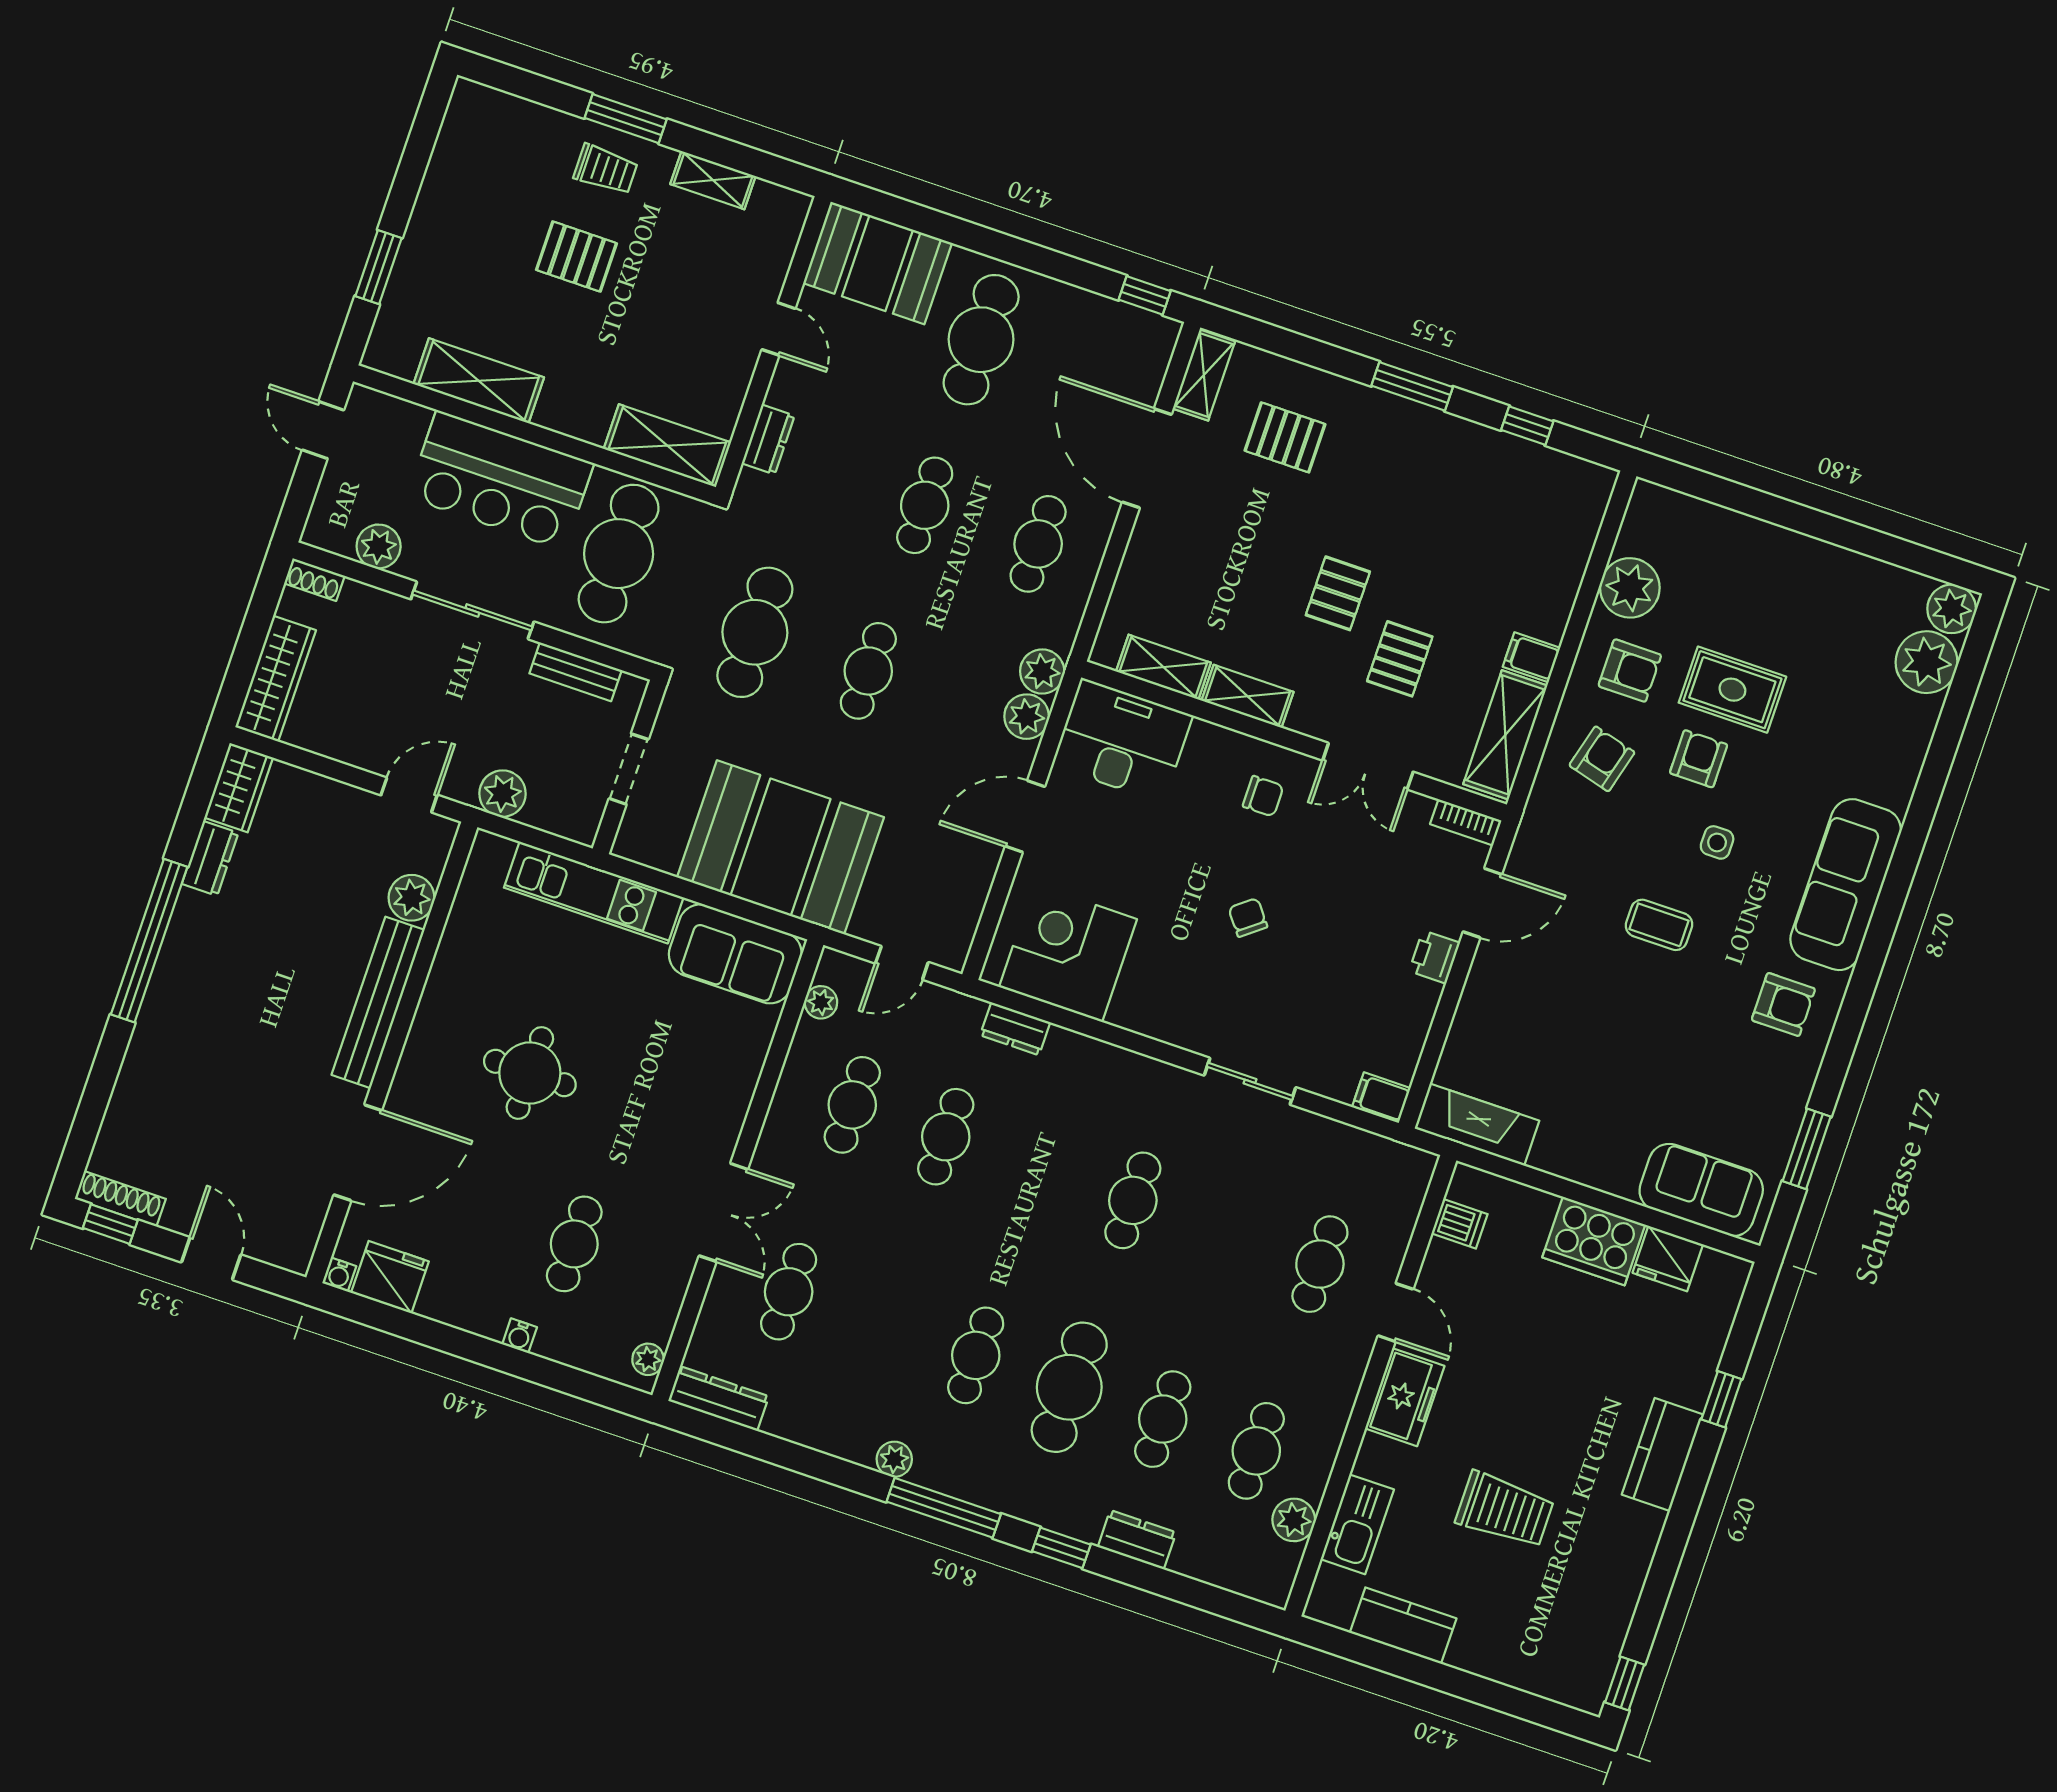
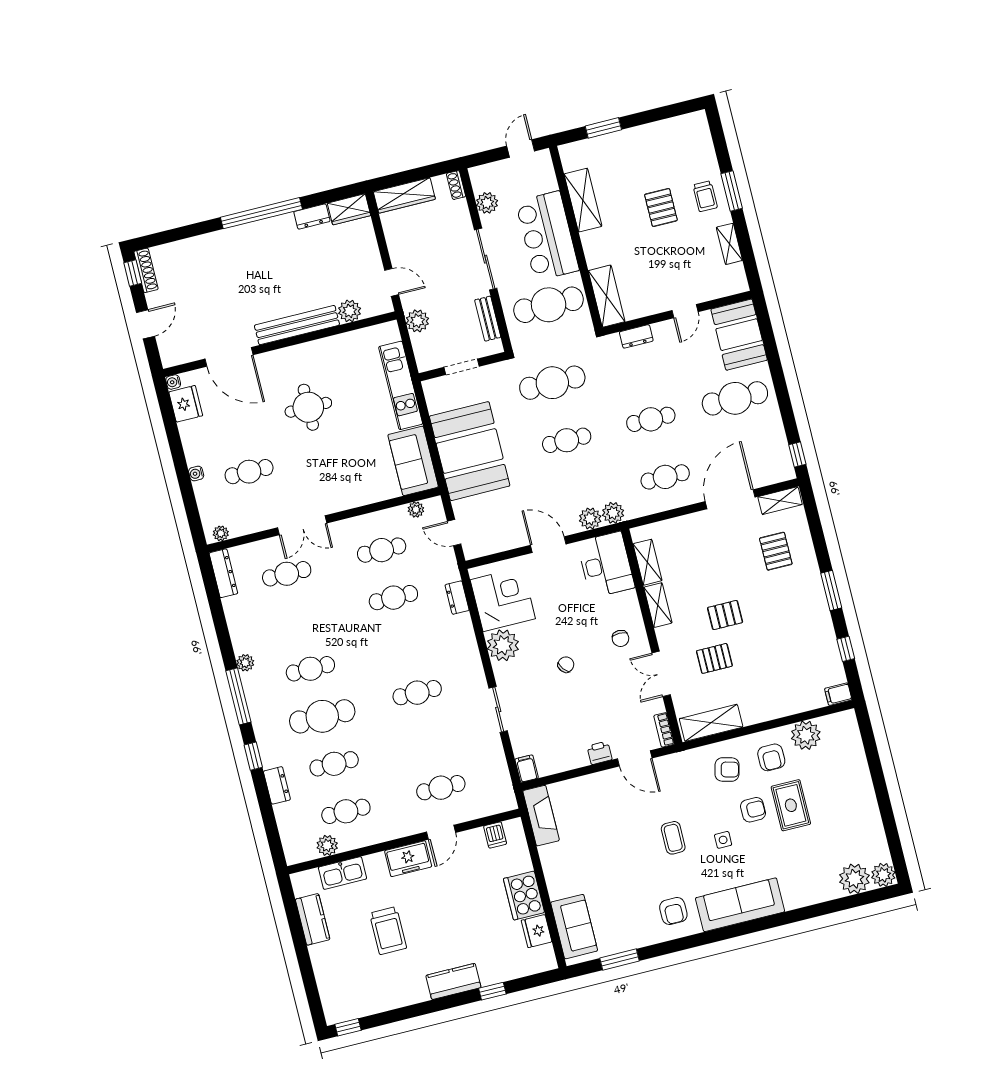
filing cabinet: (1532, 657) -> (838, 694), moved, turned -90
plant: (1146, 1003) -> (503, 645), added

